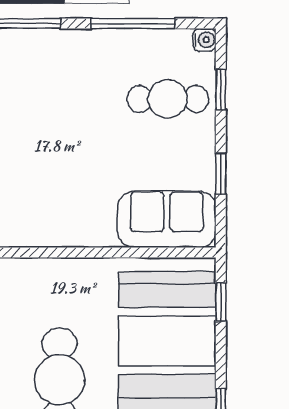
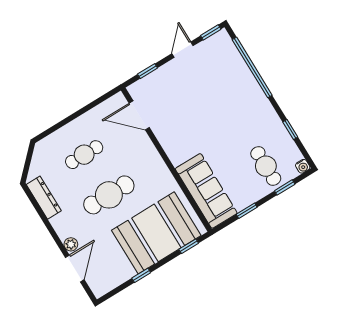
window: (133, 23) -> (290, 129), width x0.46
sofa: (167, 219) -> (206, 191), width x1.36

